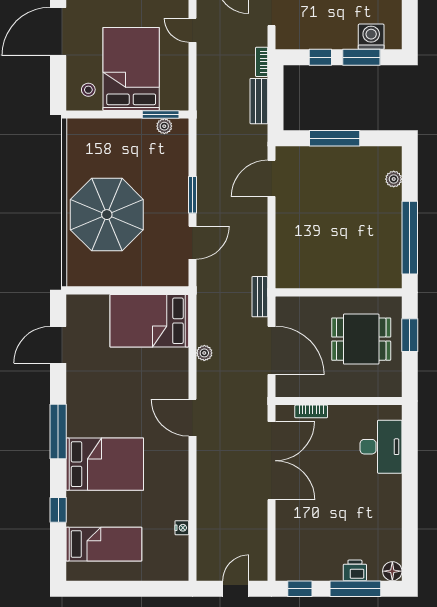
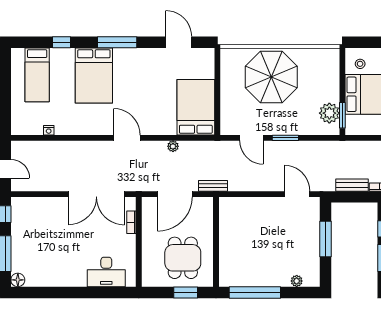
plant: (164, 126) -> (329, 113), width x1.87, depth x1.87
door: (192, 418) -> (127, 138), hinge flipped
printer: (355, 570) -> (18, 253), removed

